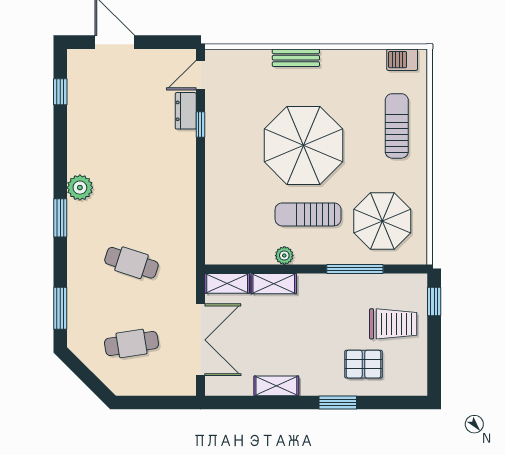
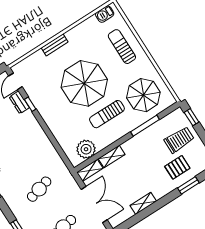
plant: (284, 256) -> (86, 149), moved, width x1.88, depth x1.88
cafe table: (131, 263) -> (39, 189), turned -33
window: (338, 403) -> (188, 185), moved

